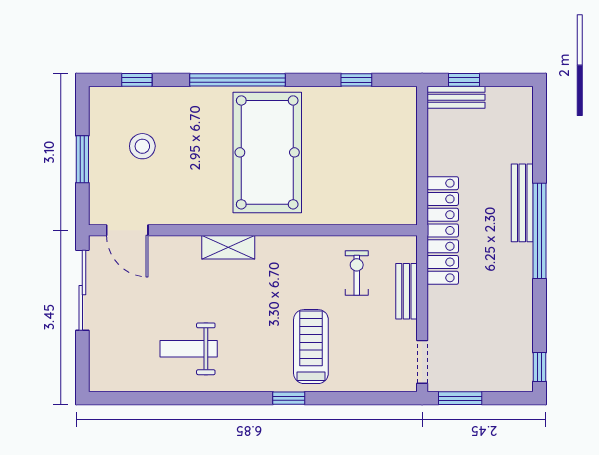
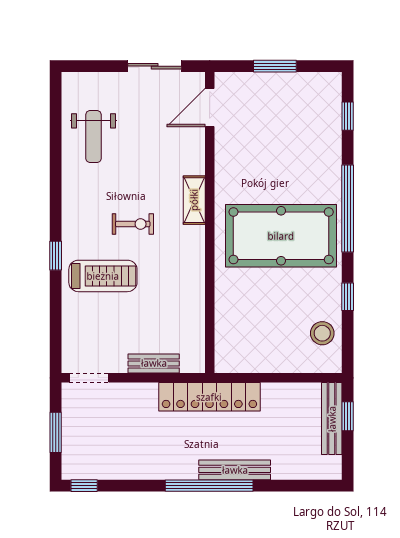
window: (356, 80) -> (348, 297), moved
bench: (456, 97) -> (332, 419), width x1.36
stool: (142, 146) -> (322, 333), moved
exercise bike: (357, 273) -> (133, 224), moved
sliding door: (82, 290) -> (155, 66), width x0.73
weight bench: (189, 349) -> (94, 137), moved, turned 180
window: (460, 398) -> (56, 432), moved

